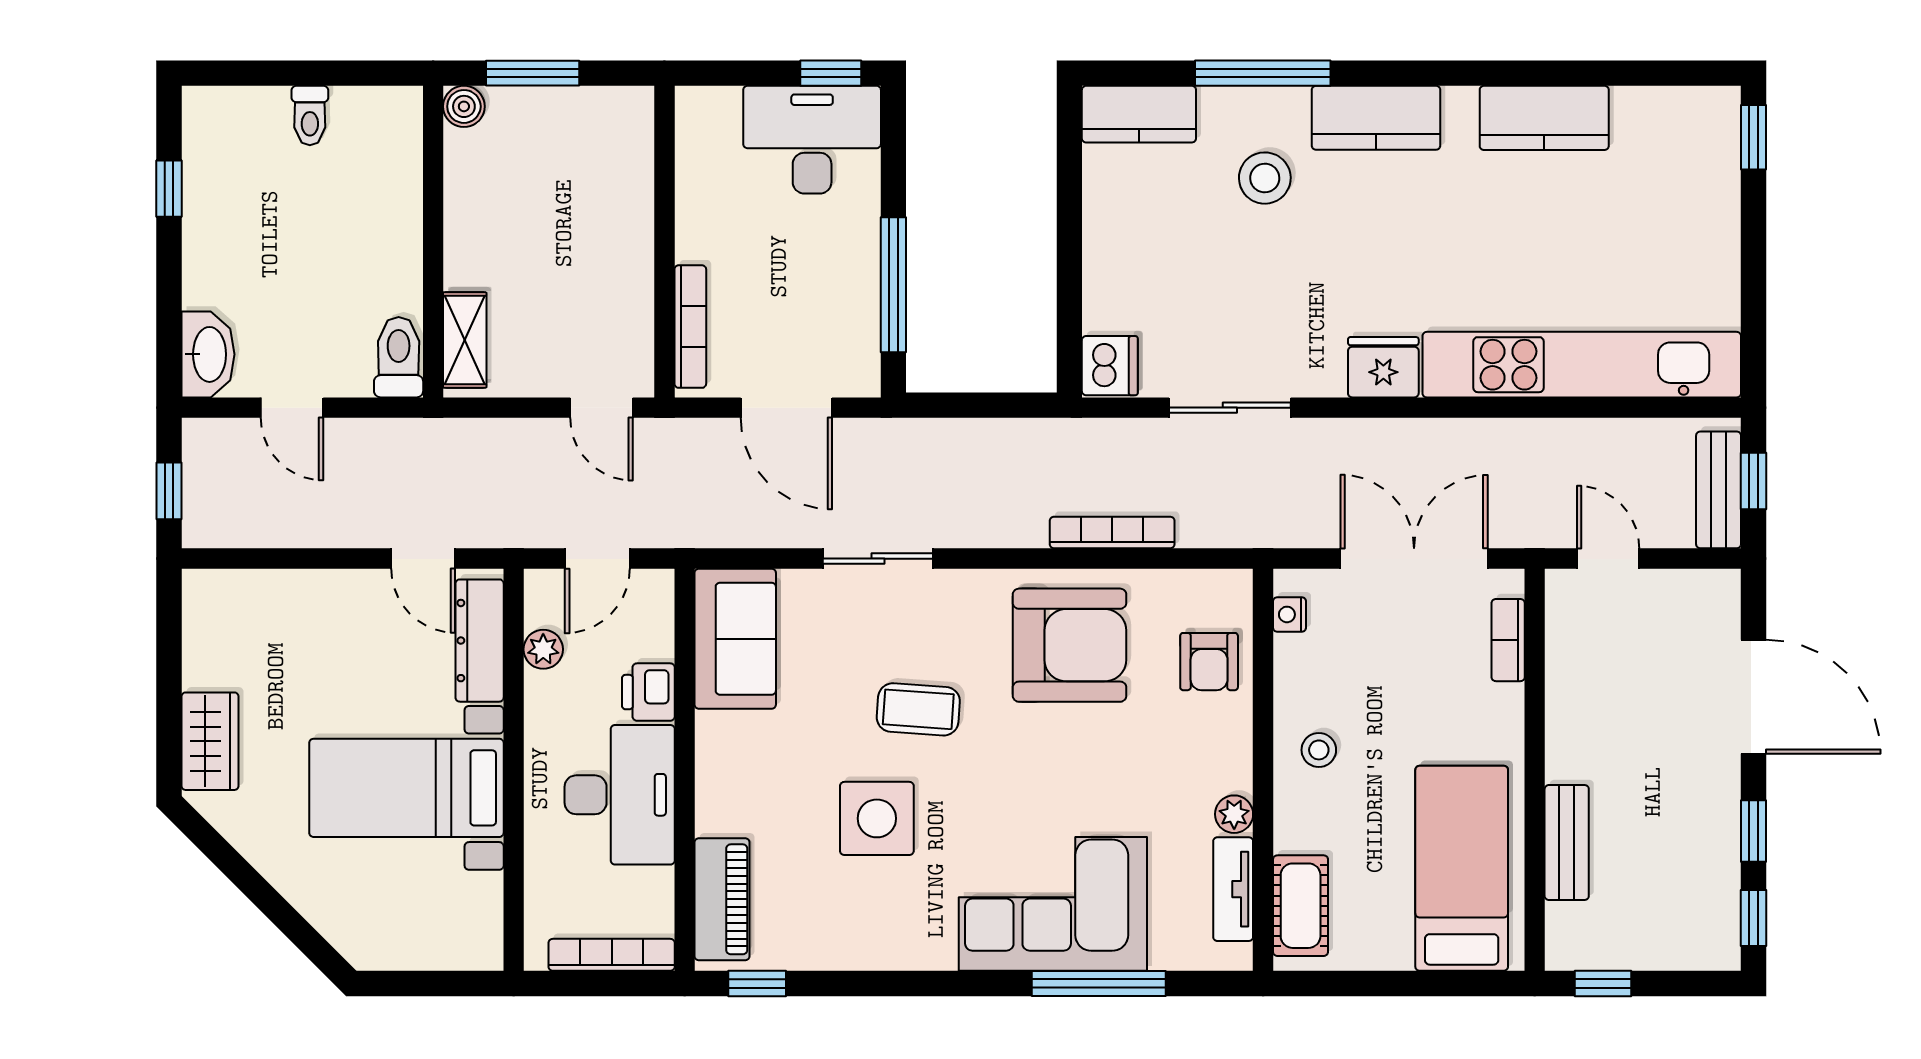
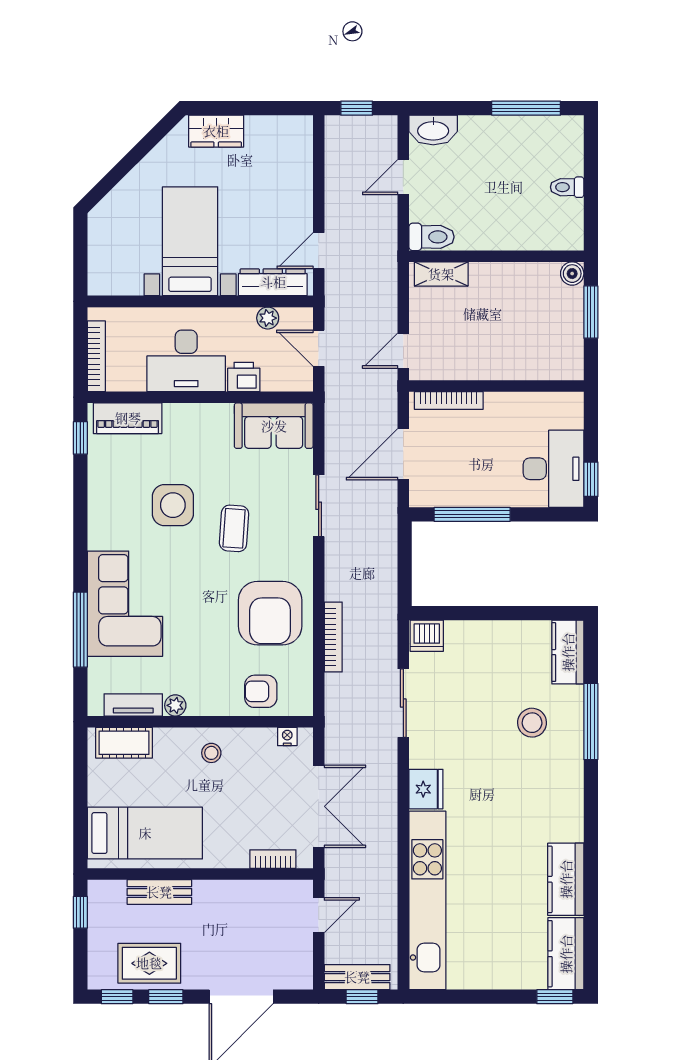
kitchen counter: (1376, 118) -> (566, 954), moved
window: (169, 189) -> (526, 108), width x2.17
rug: (1694, 860) -> (149, 963), added

